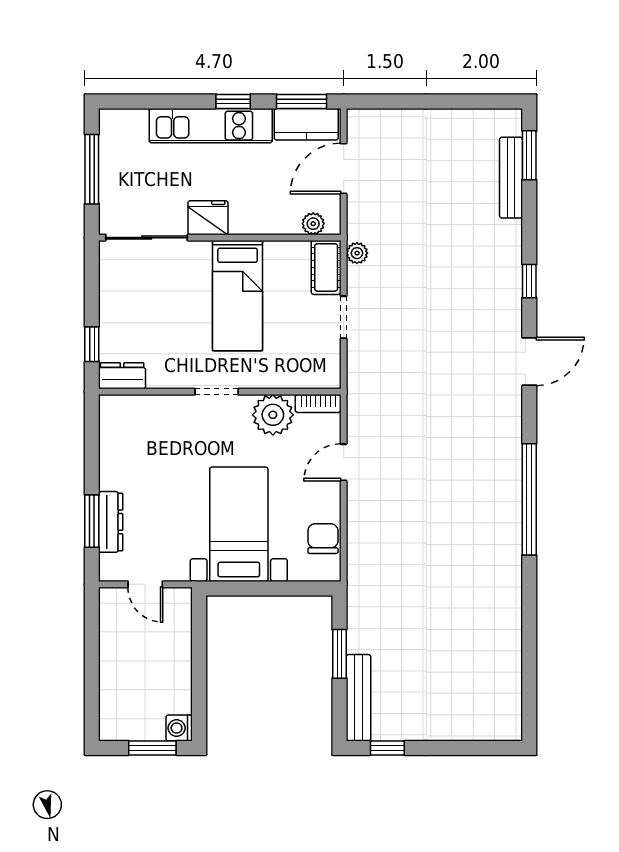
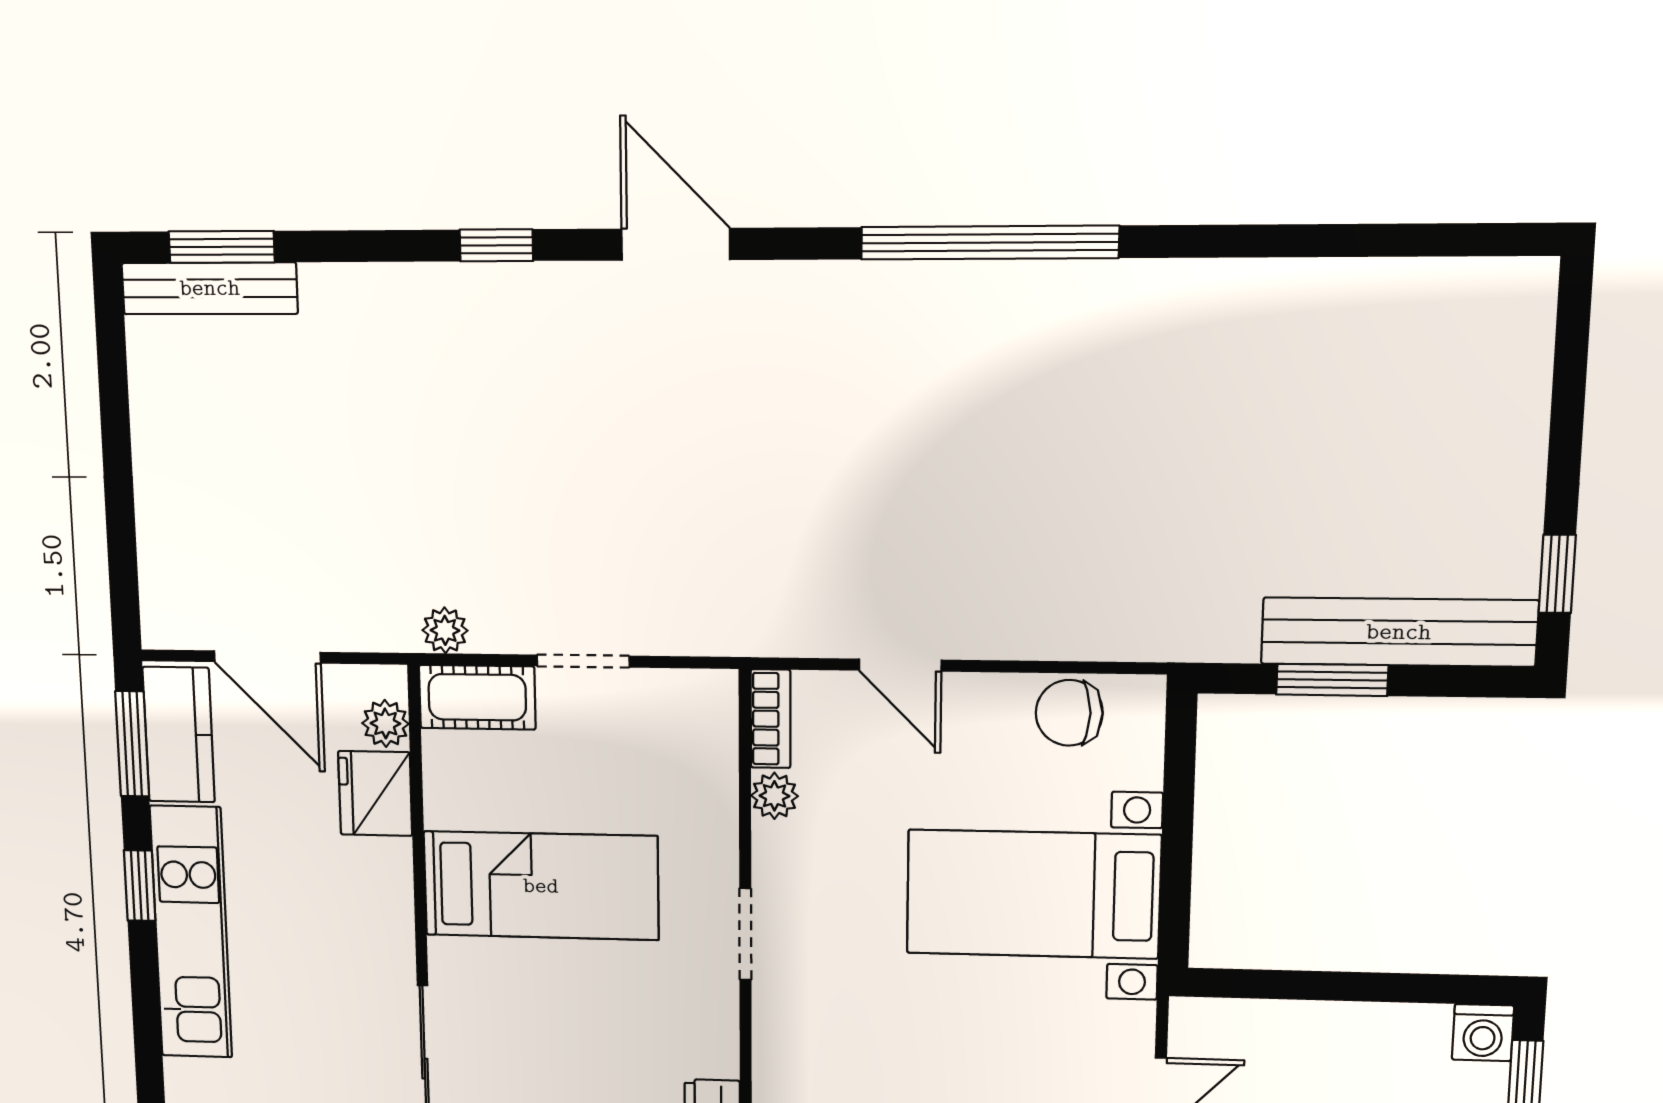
bench: (511, 178) -> (210, 288), moved
fridge: (208, 218) -> (375, 793), moved
plant: (273, 415) -> (774, 796), width x0.53, depth x0.53
bench: (358, 698) -> (1399, 632), width x1.37, depth x1.21

